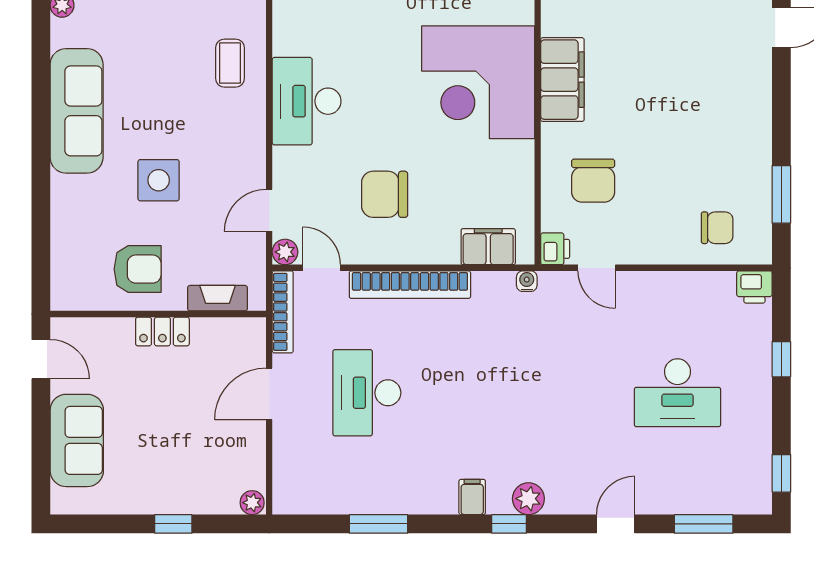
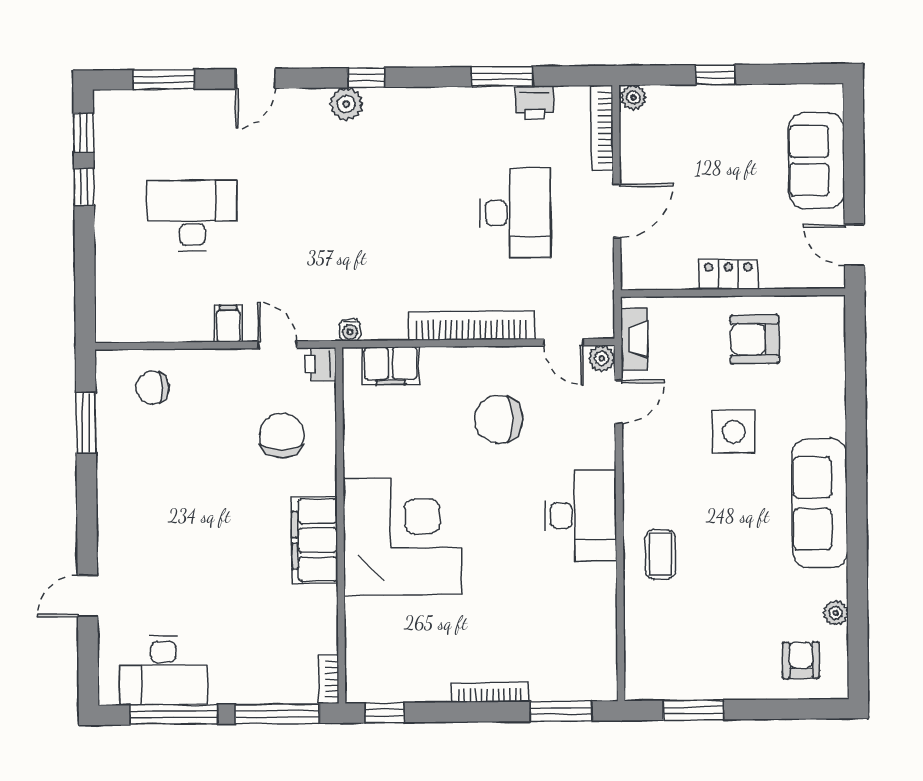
chair: (385, 194) -> (498, 419), turned 180
printer: (754, 287) -> (535, 103), moved, turned 180
fireplace: (218, 298) -> (634, 339), moved, turned -90
bookcase: (283, 312) -> (602, 128), moved
window: (781, 359) -> (84, 187), moved
filing cabinet: (472, 497) -> (228, 324), moved, turned 180

